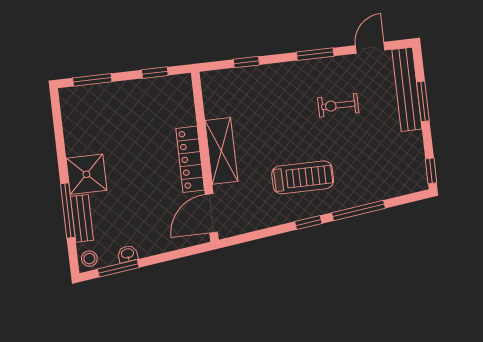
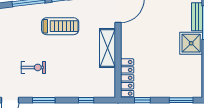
locker: (190, 159) -> (127, 78), moved
treadmill: (303, 177) -> (60, 26), turned 180

